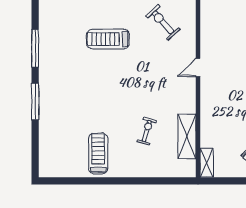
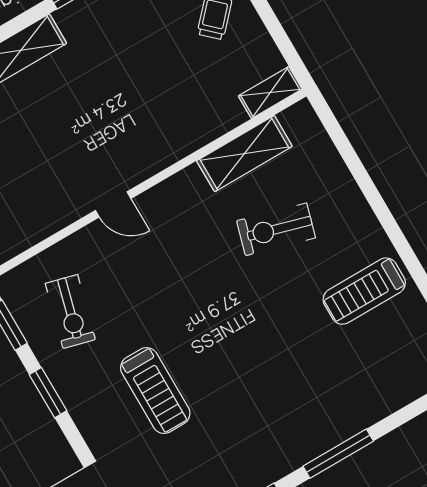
exercise bike: (163, 23) -> (70, 311), turned -33
exercise bike: (147, 131) -> (276, 229), width x1.38, depth x1.39

